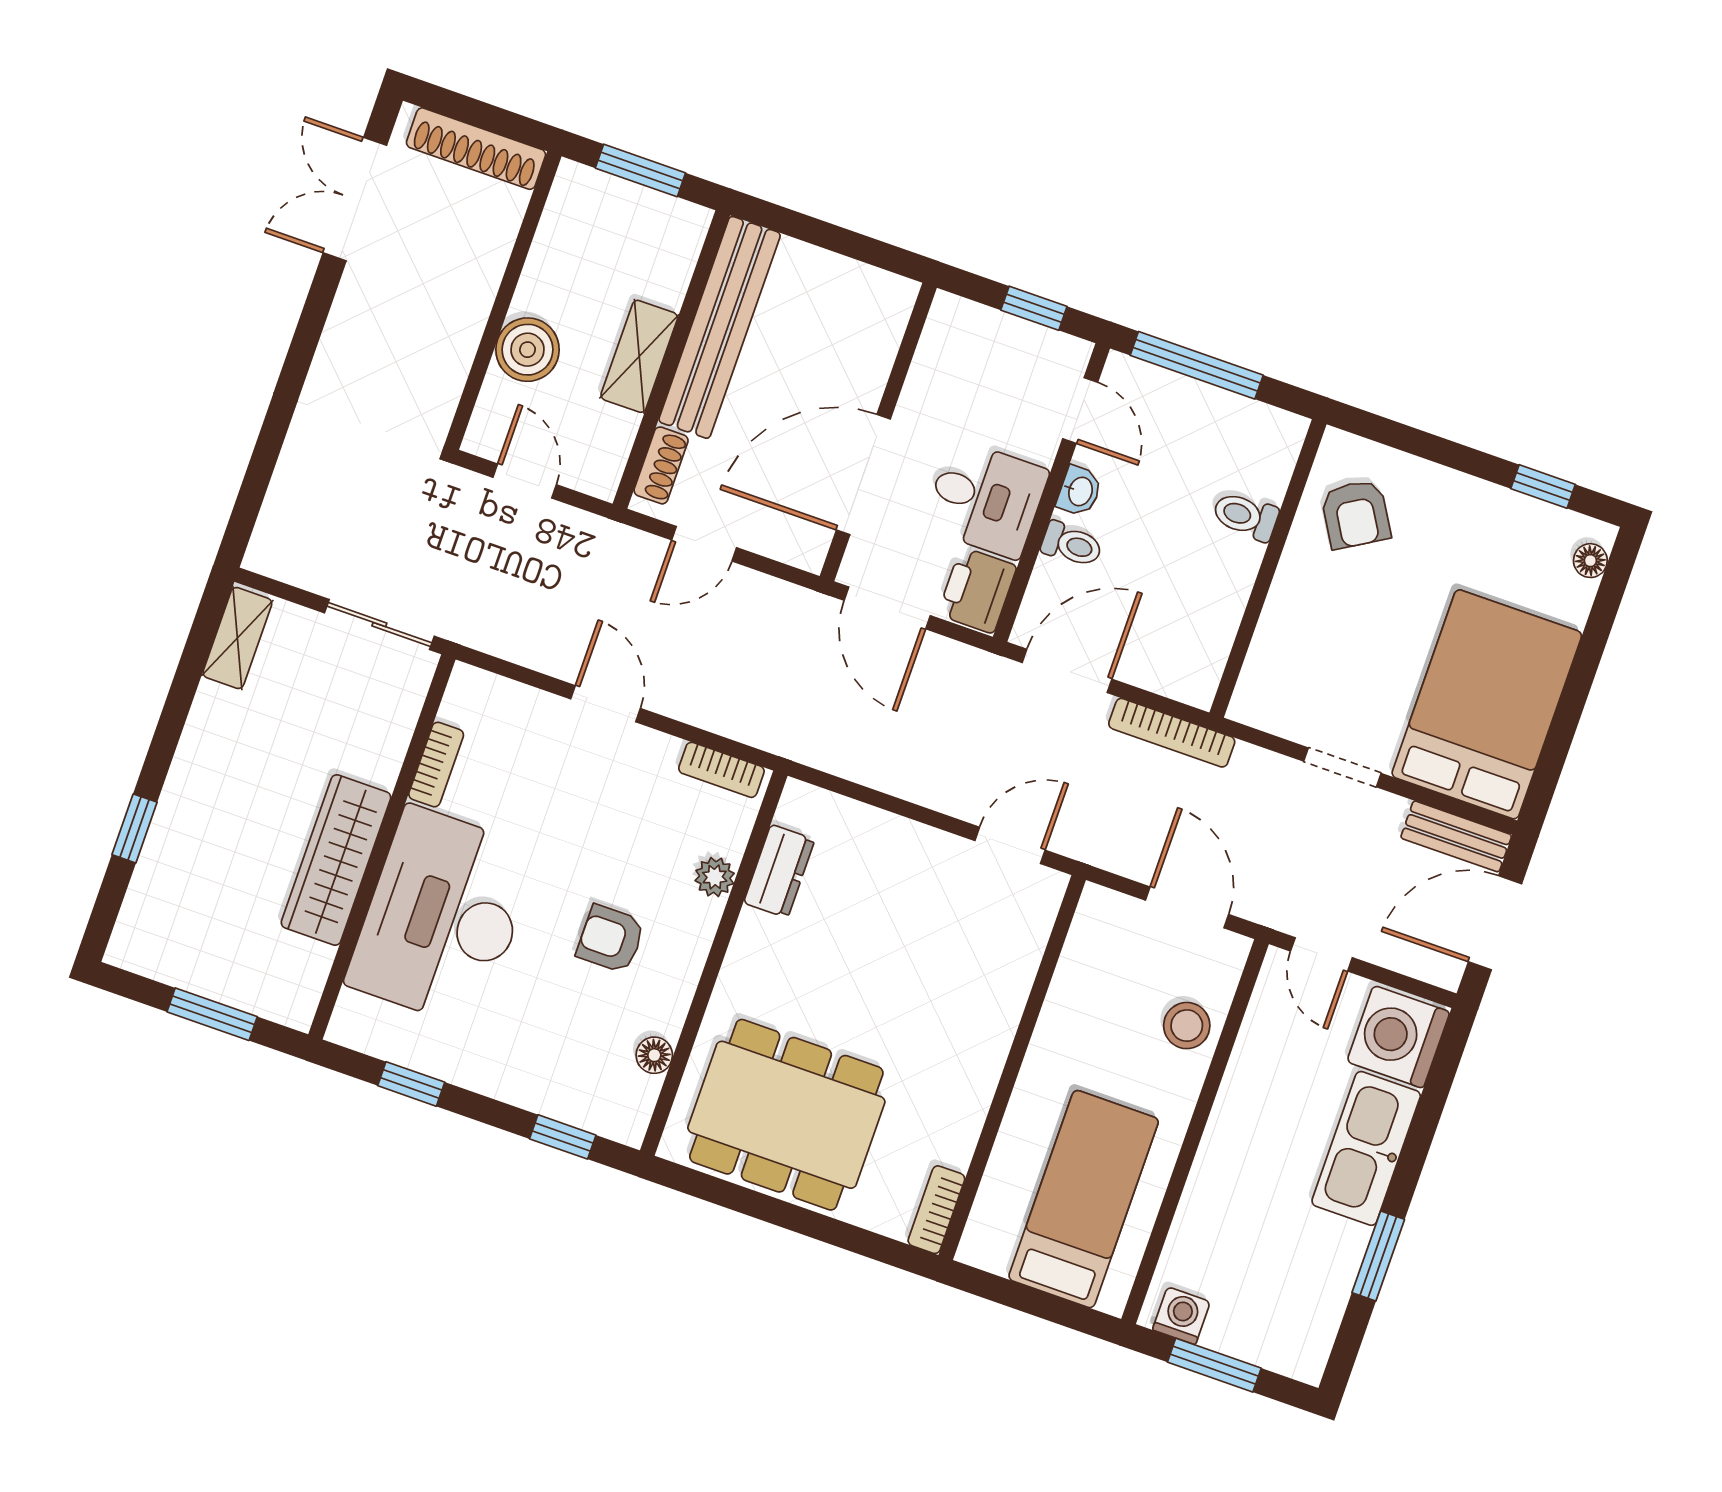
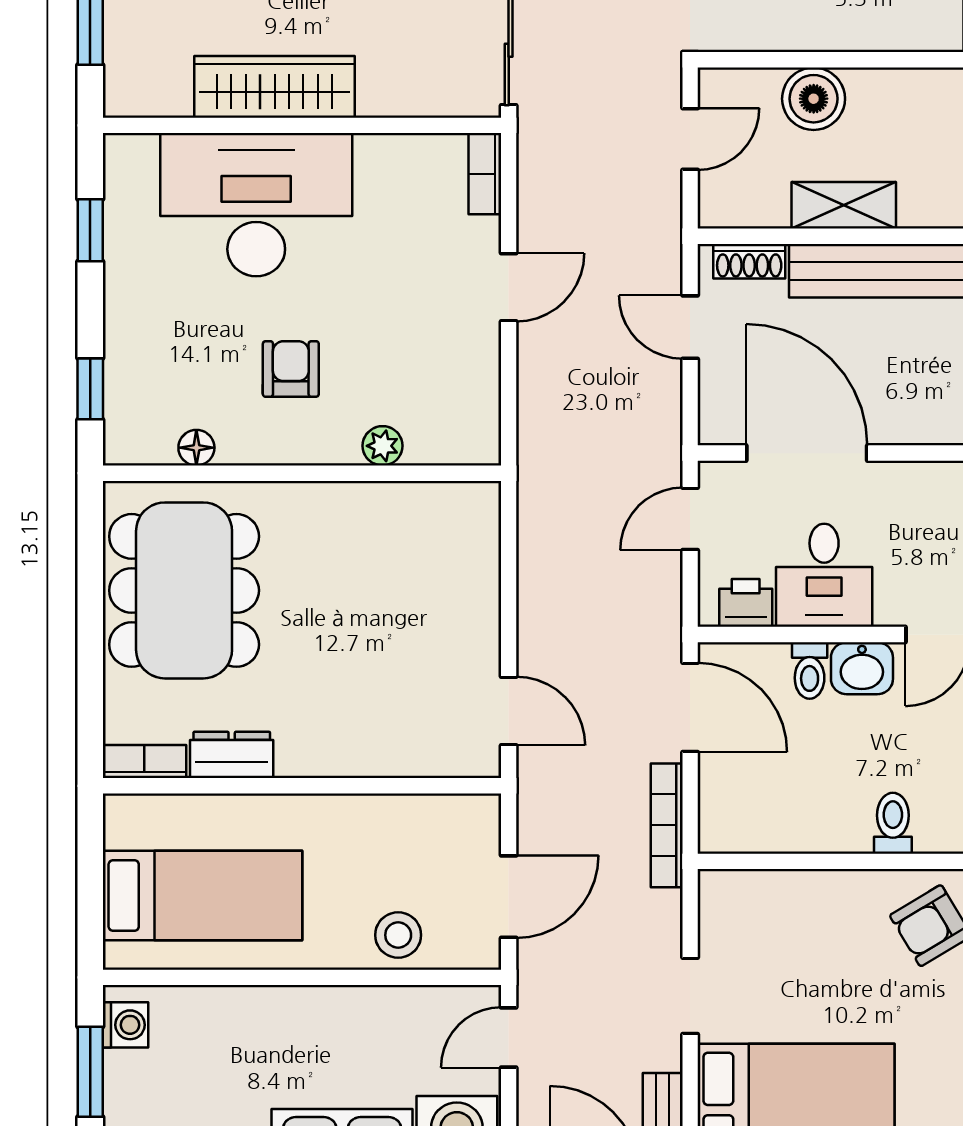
washbasin: (1079, 491) -> (862, 668), width x1.38, depth x1.45
printer: (977, 590) -> (746, 603), width x0.73, depth x0.81
door: (887, 608) -> (690, 519), width x0.73
bookcase: (436, 765) -> (485, 174), moved, turned 90
bookcase: (721, 770) -> (485, 417), removed
dresser: (779, 871) -> (232, 755), moved, turned 180

